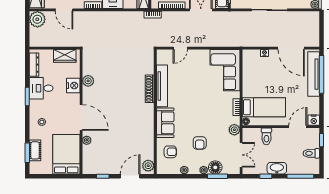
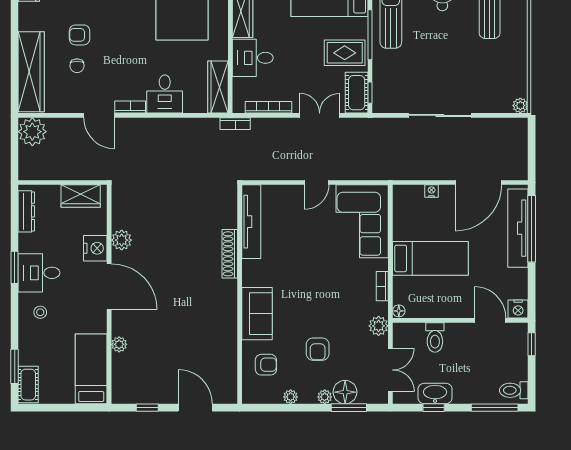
door: (64, 10) -> (99, 115), moved
door: (180, 48) -> (316, 182), moved
door: (291, 48) -> (478, 182), hinge flipped
tv unit: (162, 86) -> (251, 222), moved
desk: (41, 88) -> (39, 273), moved
bed: (264, 107) -> (430, 258), moved
door: (81, 117) -> (109, 287), moved
door: (298, 127) -> (490, 320), hinge flipped
cot: (35, 150) -> (28, 385), moved
toilet: (311, 153) -> (514, 390), moved
bed: (66, 154) -> (91, 369), width x0.67
plant: (148, 166) -> (227, 389), removed
washbasin: (277, 168) -> (435, 393), moved
door: (130, 176) -> (195, 408), hinge flipped

